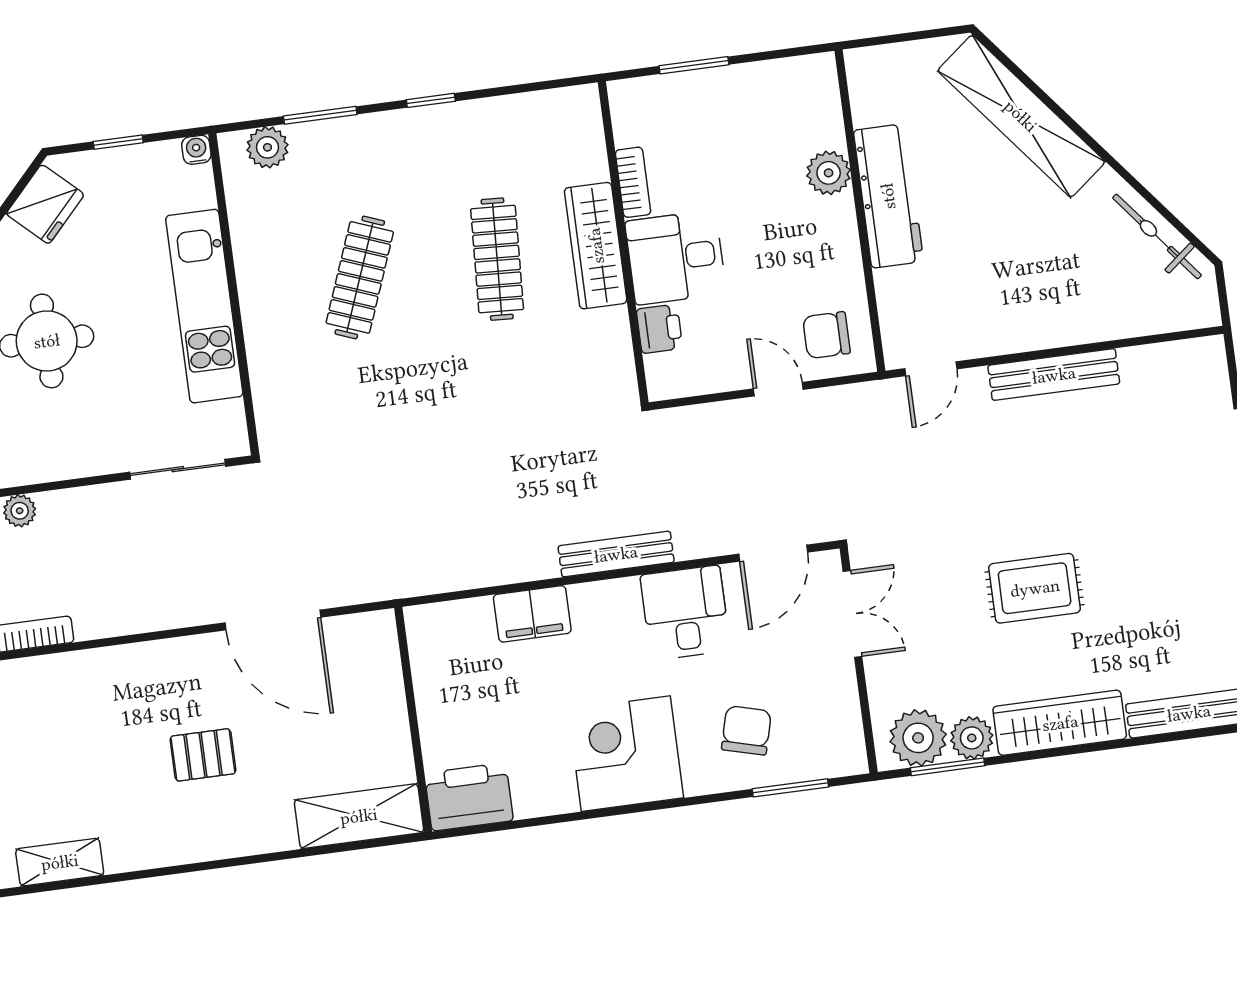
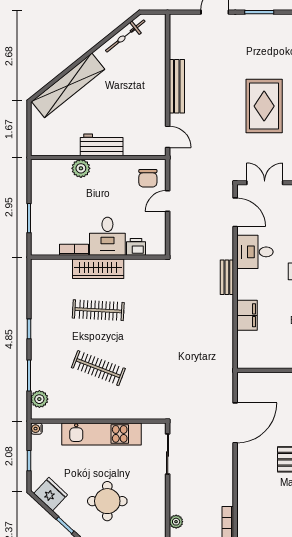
workbench: (888, 196) -> (102, 145), width x0.73
bench: (616, 554) -> (227, 277), width x0.73
rug: (1035, 588) -> (264, 106), width x1.36, depth x1.43

